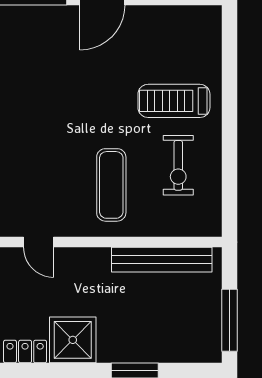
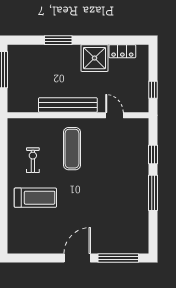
exercise bike: (178, 165) -> (33, 160), width x0.73, depth x0.72
bench: (162, 260) -> (68, 105), moved

